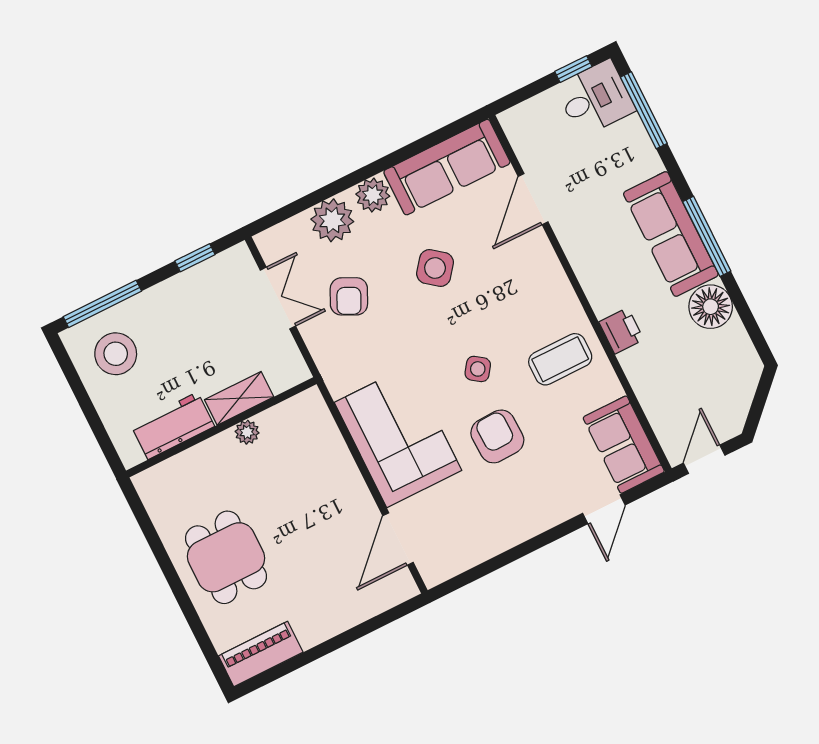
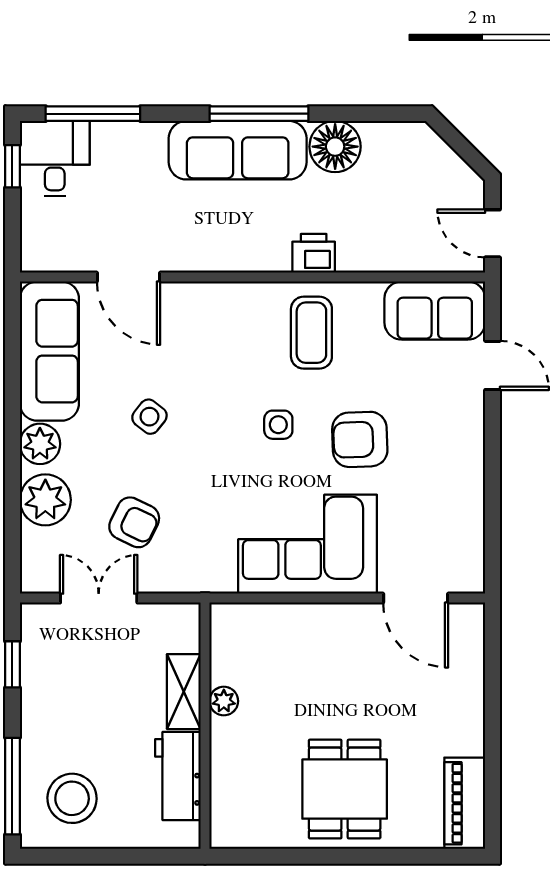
side table: (435, 268) -> (149, 417), width x0.73, depth x0.73
side table: (478, 369) -> (278, 425), turned -35
dining table: (226, 557) -> (345, 789), turned 90

